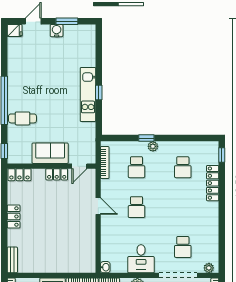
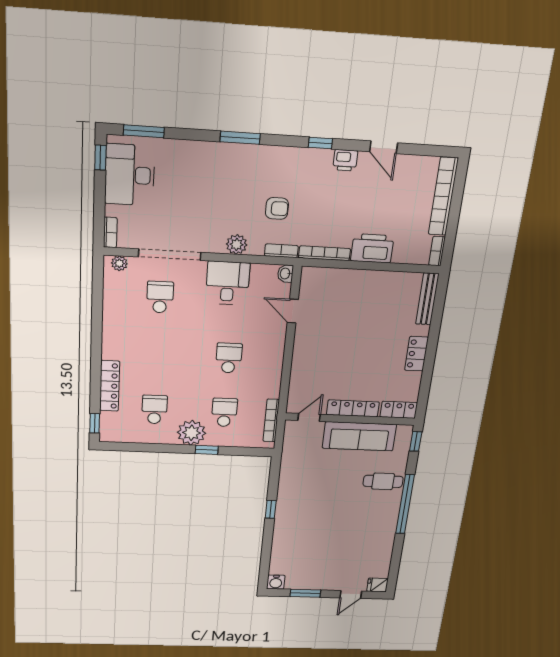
water cooler: (57, 31) -> (276, 582), moved
kitchen unit: (88, 94) -> (286, 507), removed
plant: (153, 146) -> (192, 433), width x1.87, depth x1.87
sofa: (50, 153) -> (359, 436), width x1.36
locker: (57, 174) -> (353, 408), width x1.53
door: (98, 206) -> (293, 311), moved
bench: (12, 260) -> (427, 299), width x1.36

